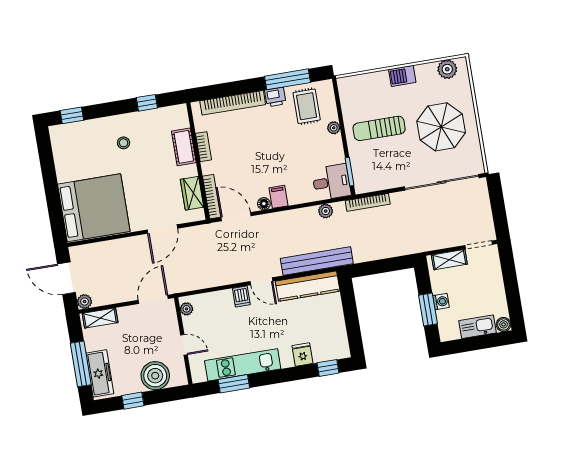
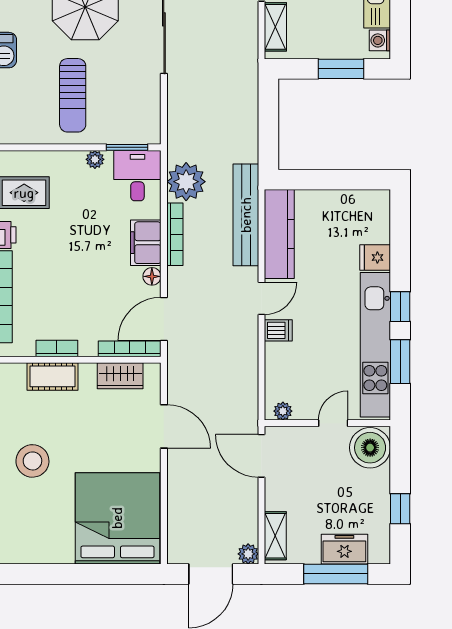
plant: (334, 128) -> (95, 159), moved
stool: (124, 143) -> (32, 461), width x1.89, depth x1.89
filing cabinet: (278, 197) -> (146, 243), width x2.00
bookcase: (368, 202) -> (175, 234), moved
plant: (326, 211) -> (186, 182), width x1.88, depth x1.88
washing machine: (441, 302) -> (380, 40), moved, turned -90
kitchen unit: (243, 365) -> (375, 345), width x1.36
window: (328, 368) -> (400, 307), moved
freezer: (100, 373) -> (344, 549), width x0.71
boiler: (155, 376) -> (370, 448), moved

